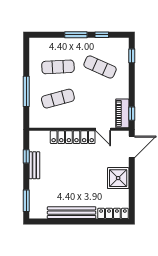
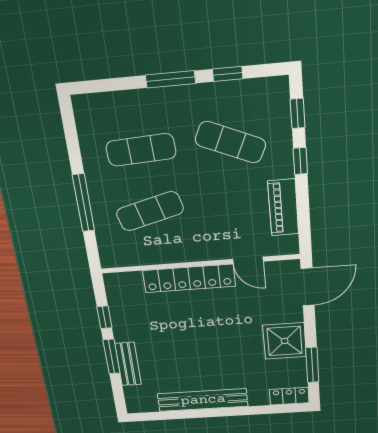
piano: (122, 113) -> (283, 208), moved
window: (132, 114) -> (300, 161), moved
bench: (34, 165) -> (128, 364), moved
window: (132, 194) -> (312, 365), added
window: (26, 201) -> (112, 357), moved
locker: (113, 213) -> (289, 396), width x0.66

